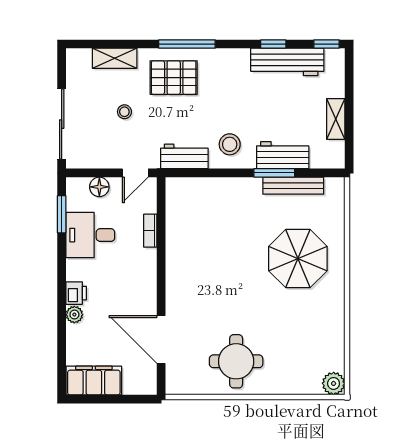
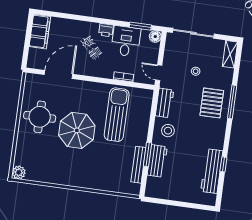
window: (187, 44) -> (232, 102), moved
window: (327, 44) -> (219, 196), removed
shelving: (115, 58) -> (230, 54), moved
shelving: (336, 119) -> (174, 195), removed
floor lamp: (99, 187) -> (155, 37), moved
sun lounger: (215, 234) -> (117, 115), added
parasol: (298, 259) -> (77, 130), moved
printer: (76, 293) -> (106, 30), moved
plant: (74, 315) -> (80, 25), removed

